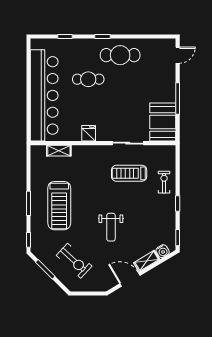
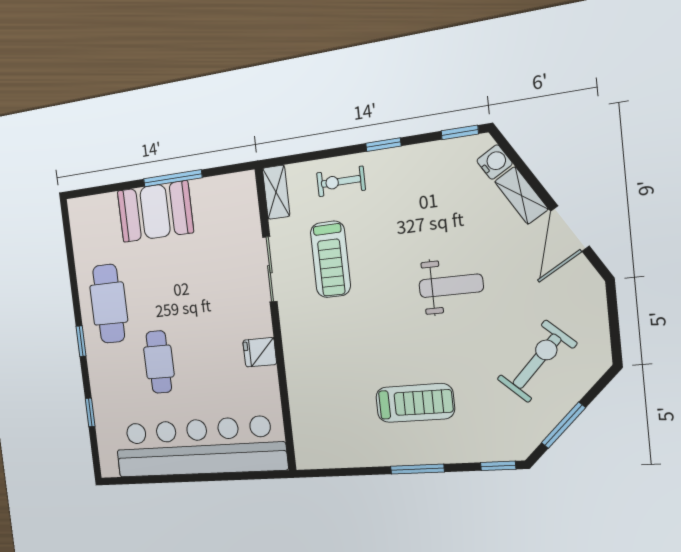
door: (178, 55) -> (95, 191), removed
booth: (163, 122) -> (155, 212), moved
shelving: (59, 151) -> (276, 192), moved
treadmill: (59, 206) -> (415, 403), width x0.73, depth x0.73

